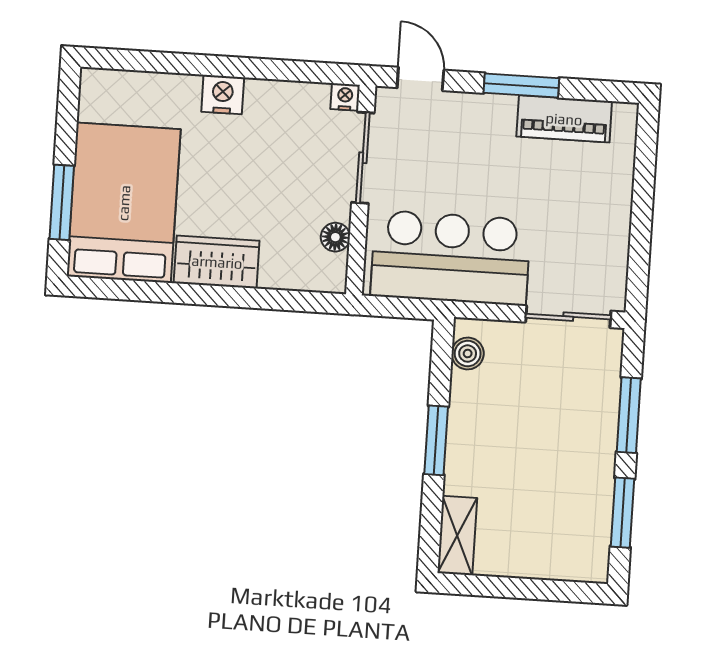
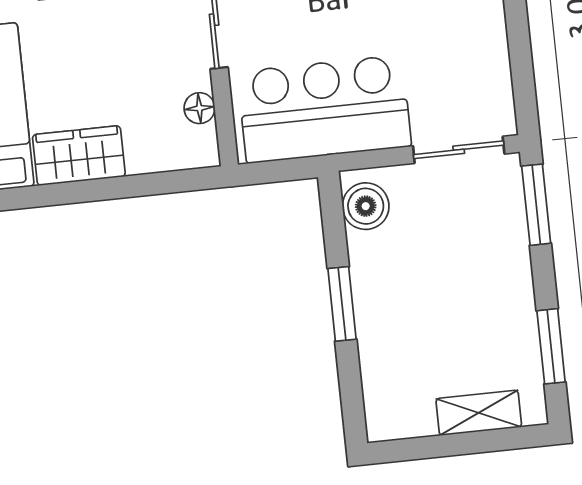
boiler: (468, 354) -> (366, 206), width x1.36, depth x1.36
window: (629, 415) -> (536, 205), moved
shelving: (457, 536) -> (479, 413), moved, turned 90

